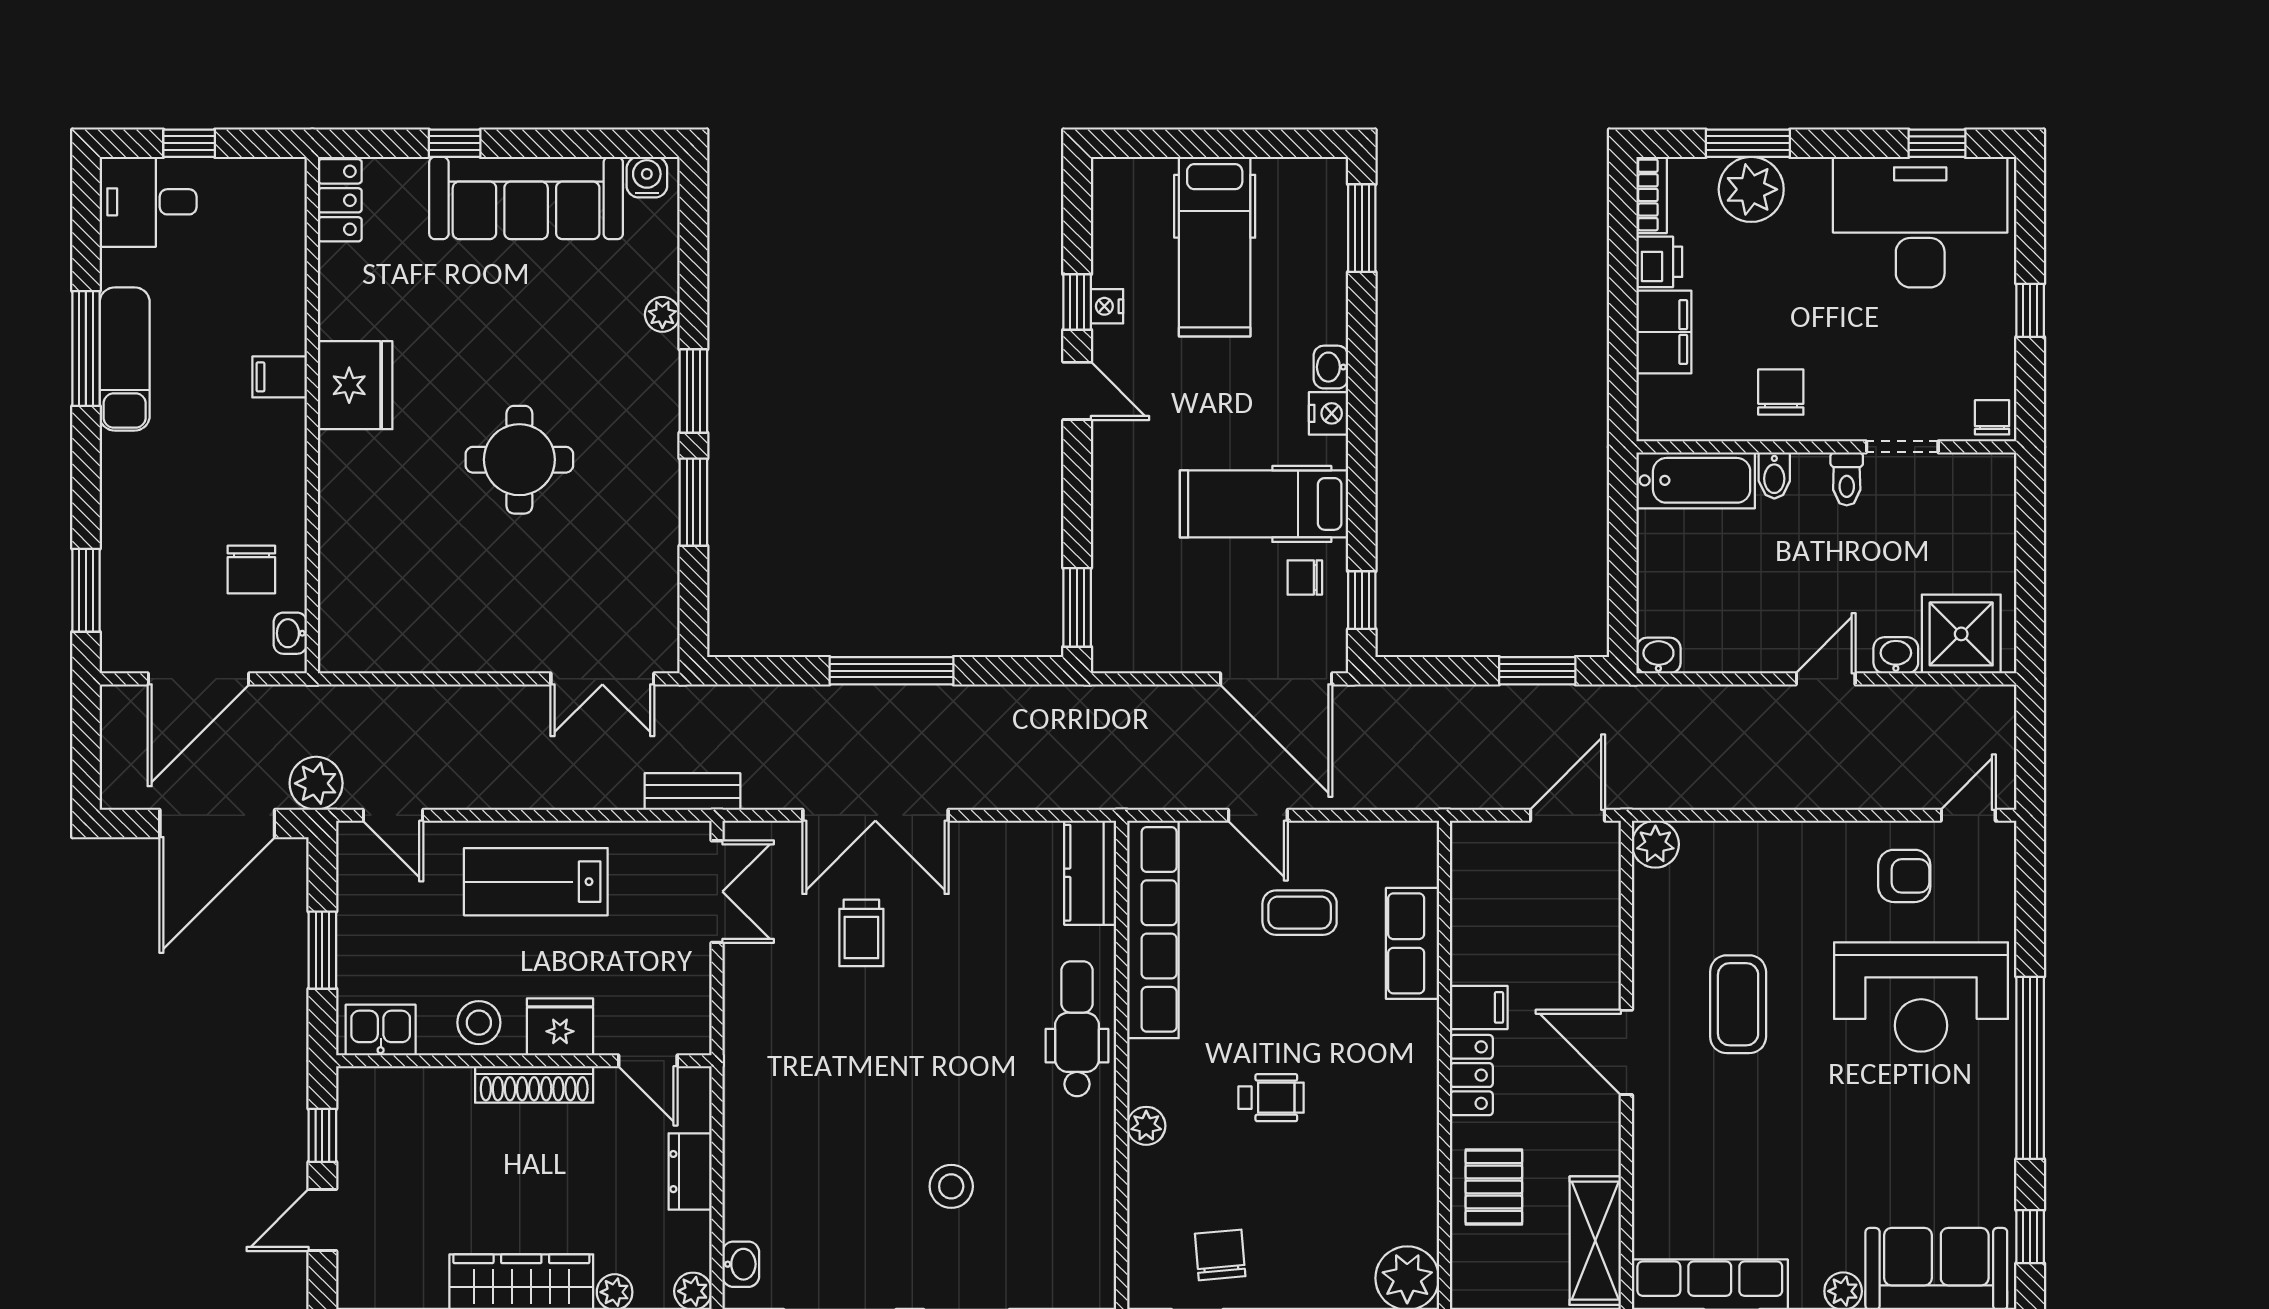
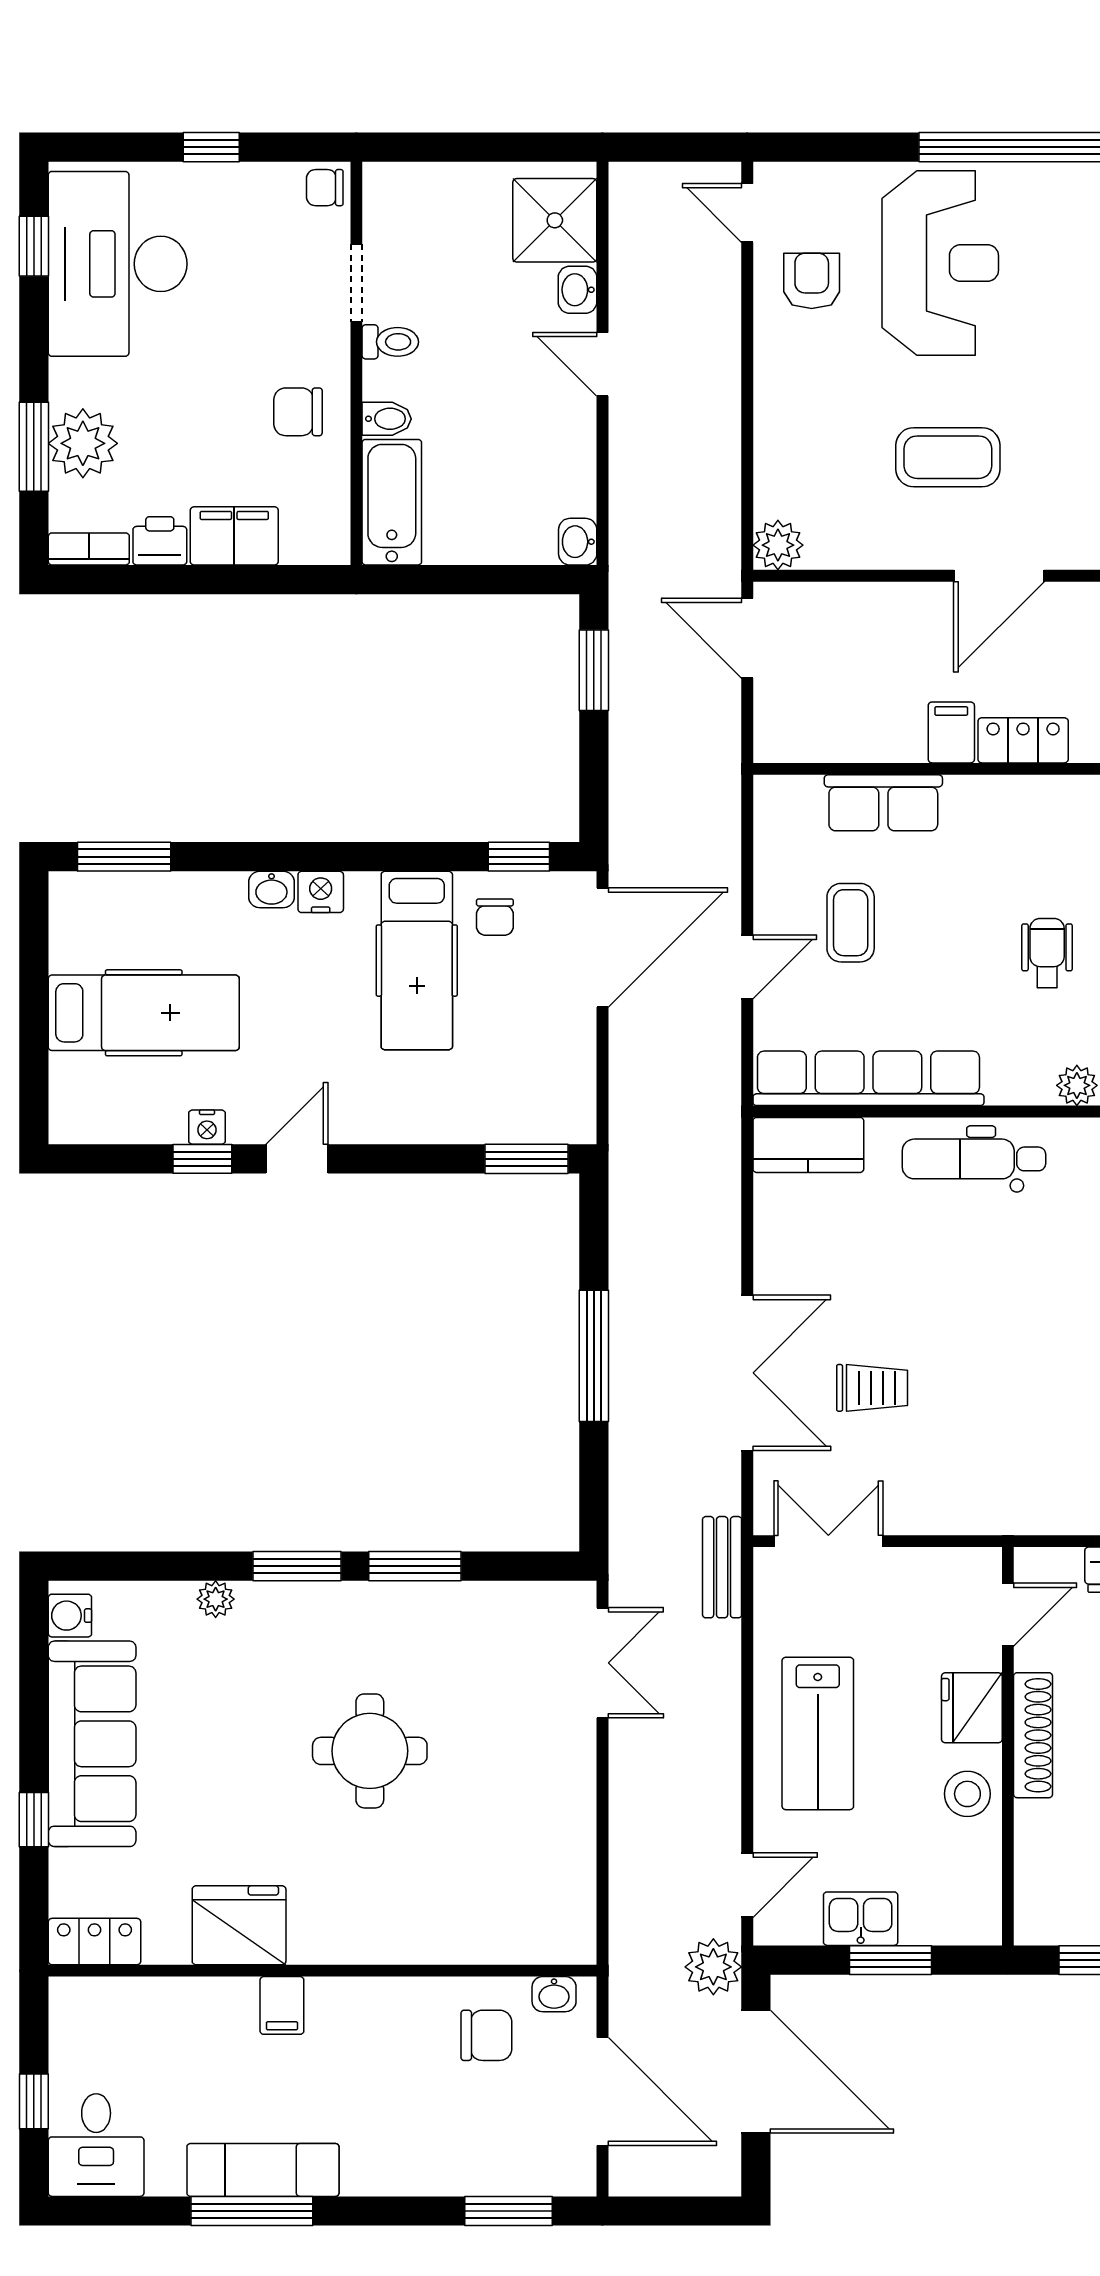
fridge: (355, 385) -> (239, 1925), moved
kitchen sink: (381, 1030) -> (861, 1919), moved, turned 90

